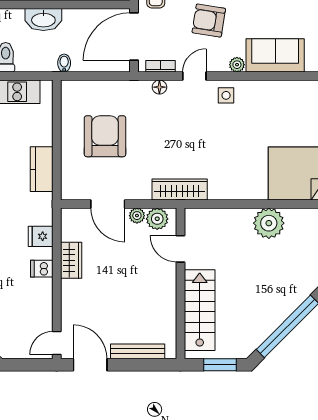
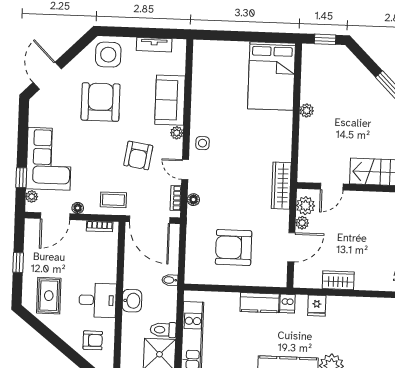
washbasin: (43, 19) -> (132, 301), width x0.72
plant: (269, 223) -> (307, 111), width x0.53, depth x0.53
dishwasher: (42, 269) -> (287, 304), moved

